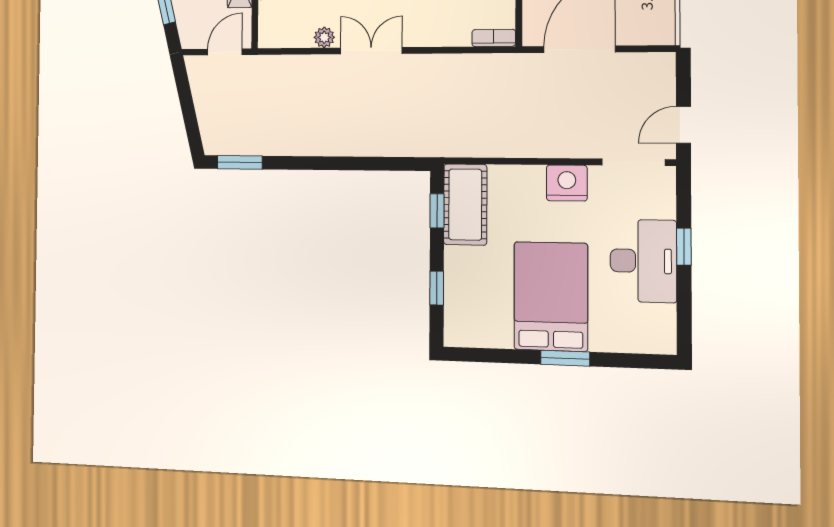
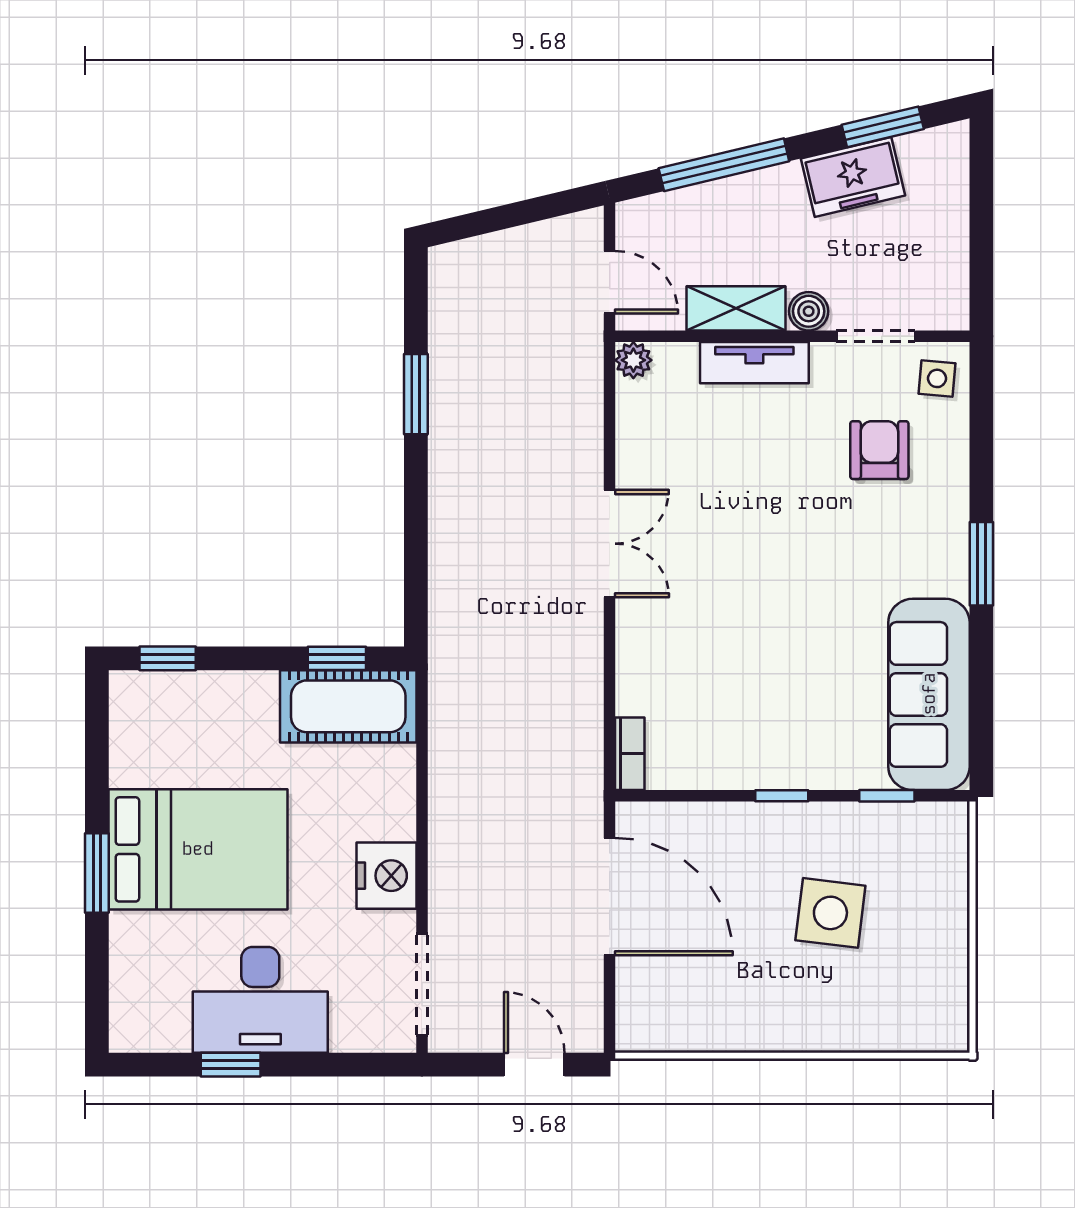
plant: (324, 37) -> (633, 360), moved
door: (683, 125) -> (534, 1065), moved
window: (240, 162) -> (416, 394), moved
window: (684, 247) -> (231, 1065), moved
window: (437, 288) -> (168, 658), moved

